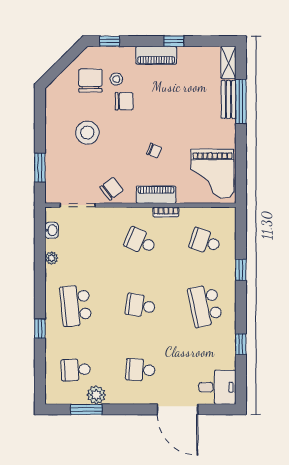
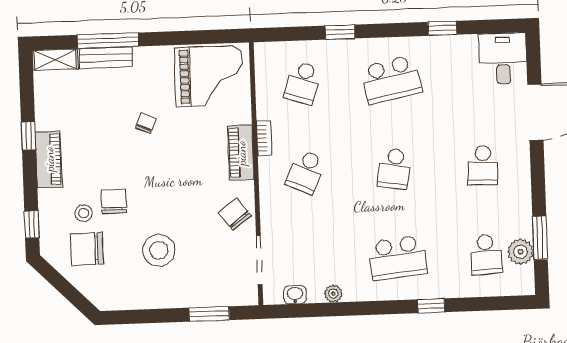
chair: (154, 151) -> (146, 123), moved
plant: (96, 395) -> (521, 252), moved

